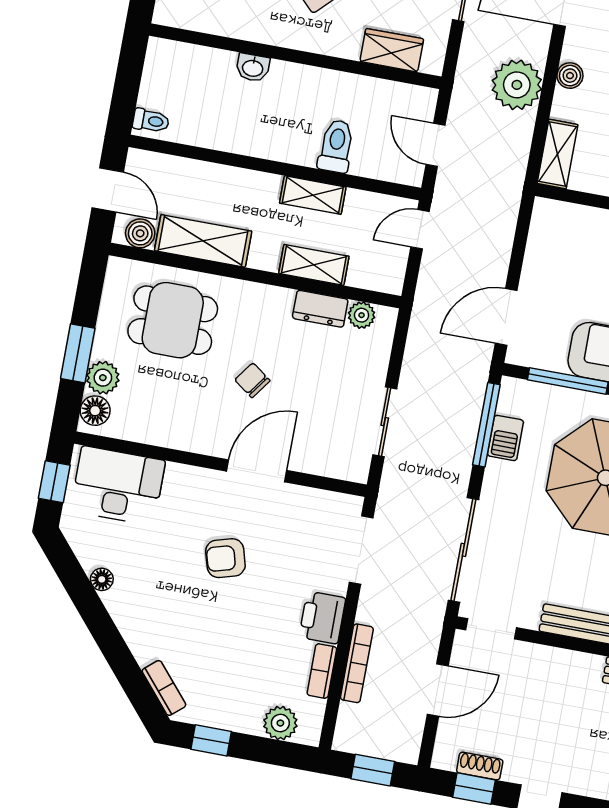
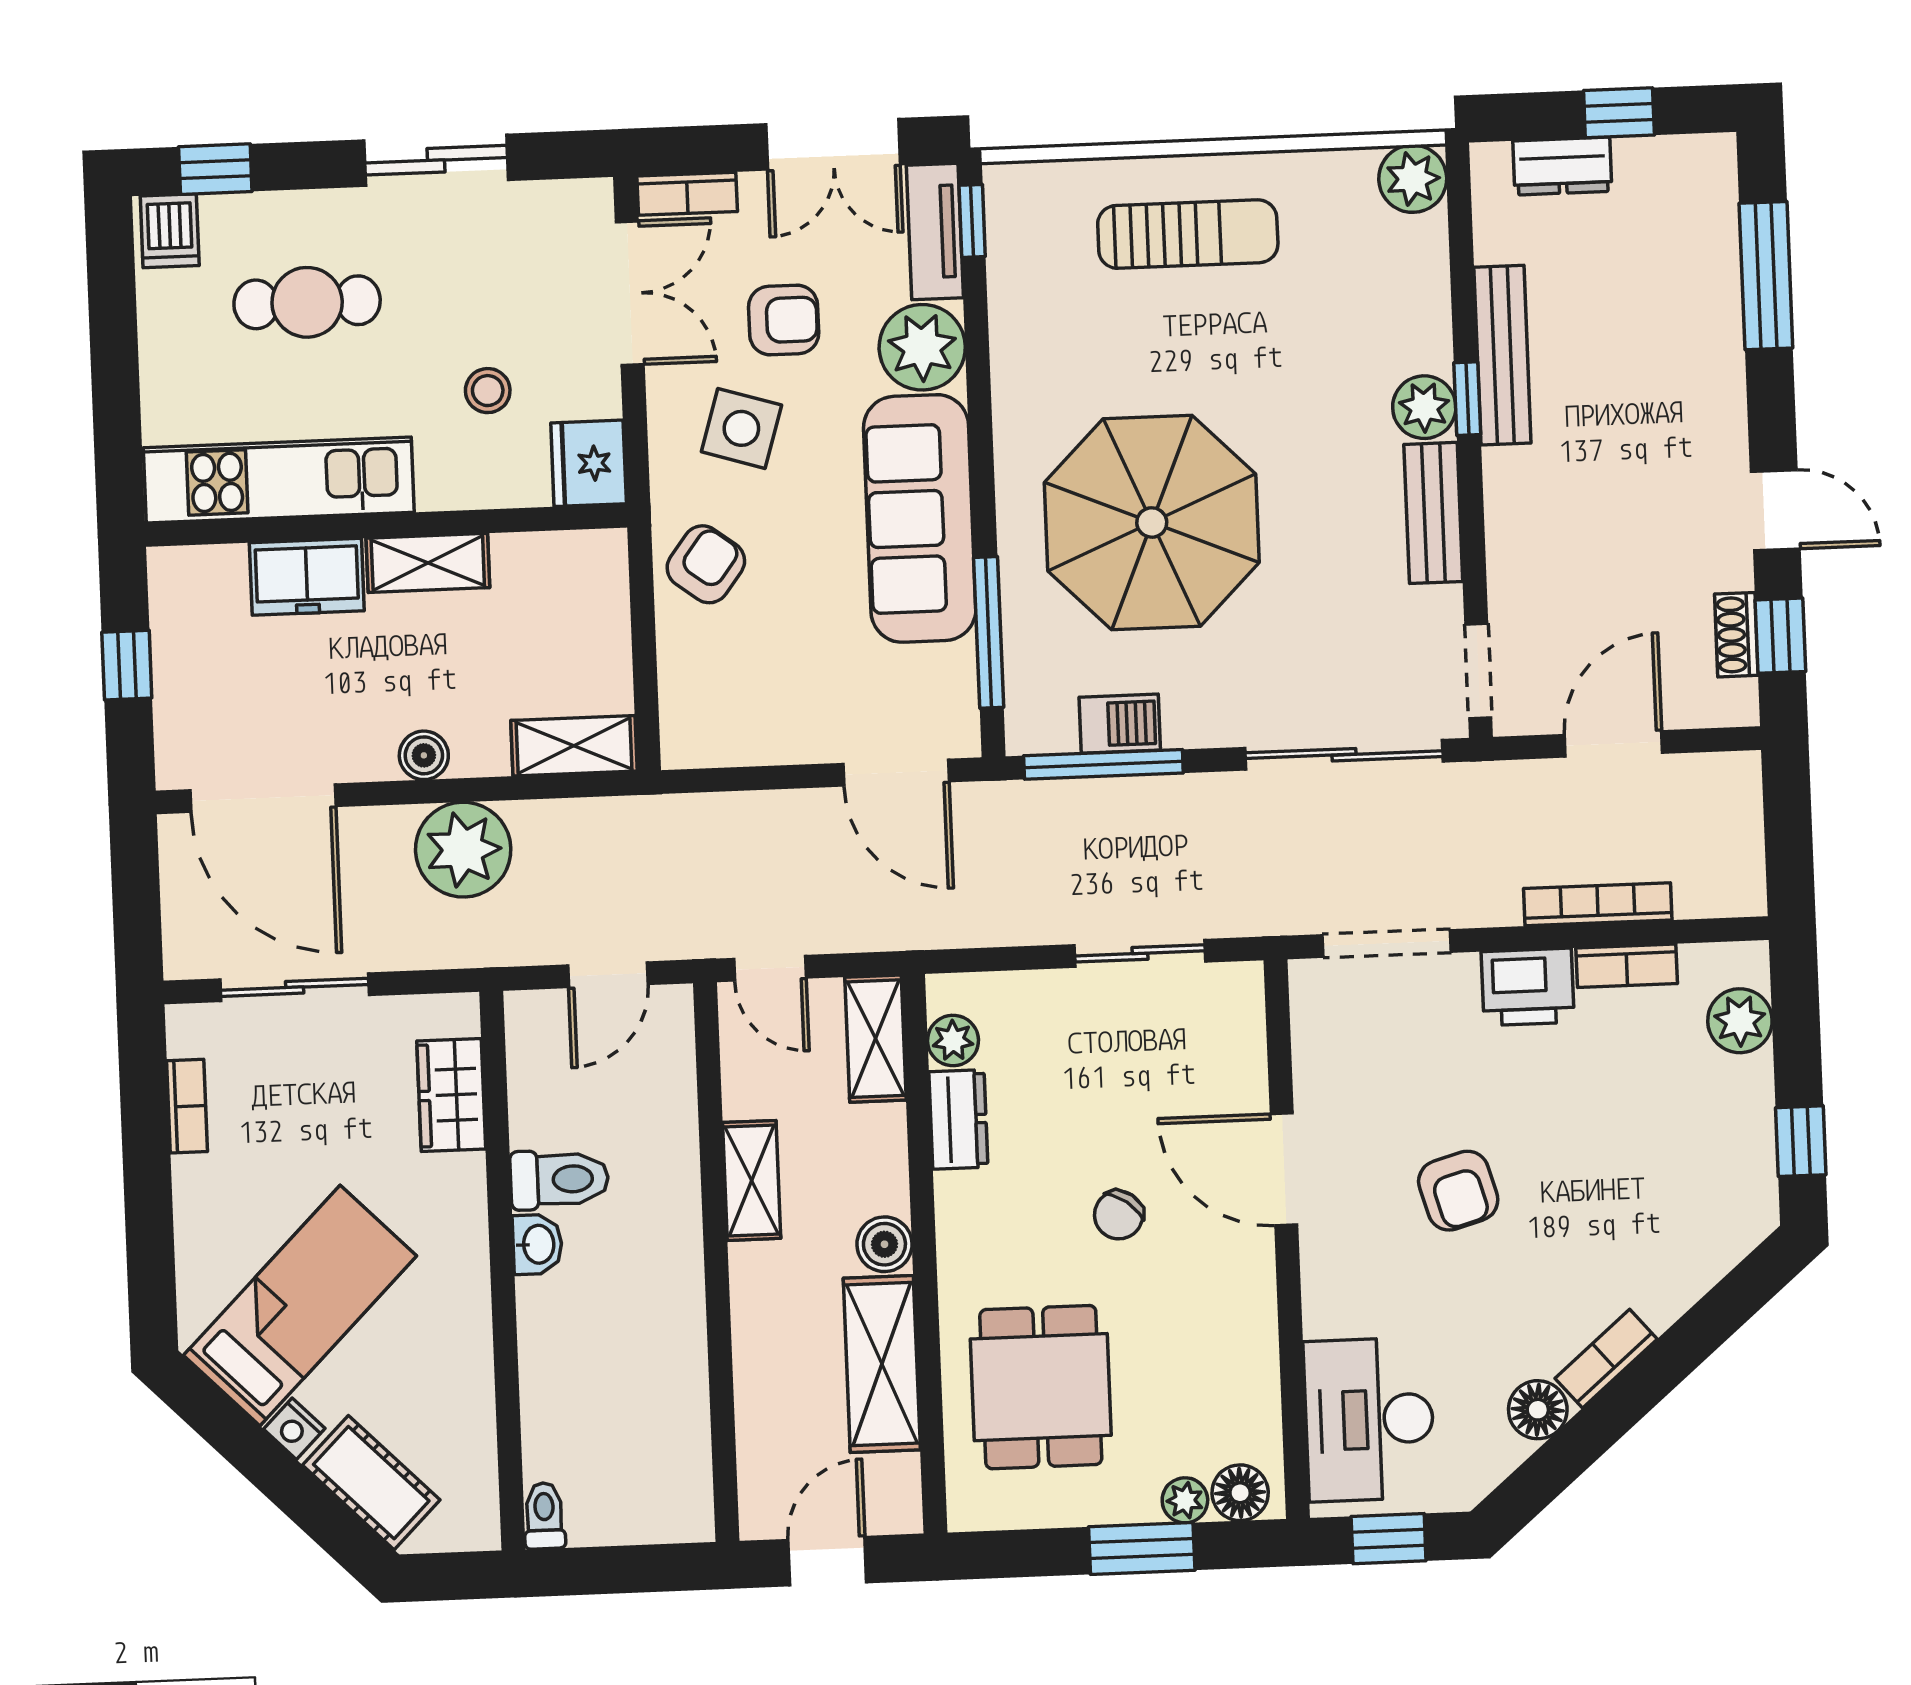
washbasin: (253, 68) -> (537, 1244), moved
toilet: (151, 121) -> (544, 1516), moved
toilet: (336, 146) -> (559, 1179), moved, turned 180
boiler: (140, 233) -> (884, 1244), moved
shelving: (314, 265) -> (876, 1039), moved
plant: (103, 378) -> (1185, 1500), width x0.73, depth x0.73
floor lamp: (102, 579) -> (1538, 1410), width x1.37, depth x1.37
bookcase: (164, 688) -> (1606, 1359), moved
door: (438, 690) -> (1613, 744), hinge flipped
window: (373, 770) -> (1788, 831), removed

